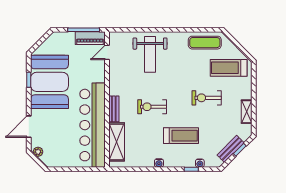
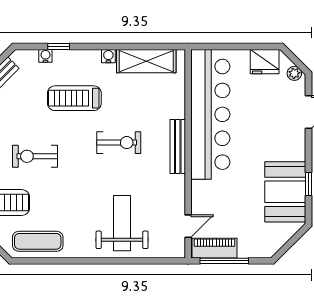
booth: (49, 82) -> (285, 192), width x0.73, depth x0.70
exercise bike: (207, 98) -> (35, 156), turned 180
bench: (114, 109) -> (178, 147), width x1.36
shelving: (117, 142) -> (146, 61), moved, turned 90
fridge: (57, 159) -> (265, 62), added

